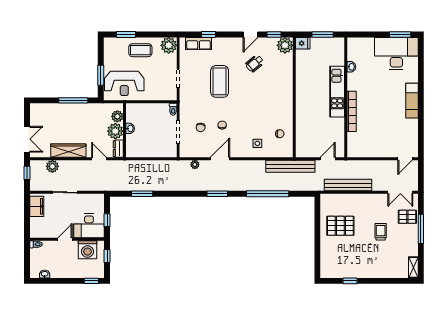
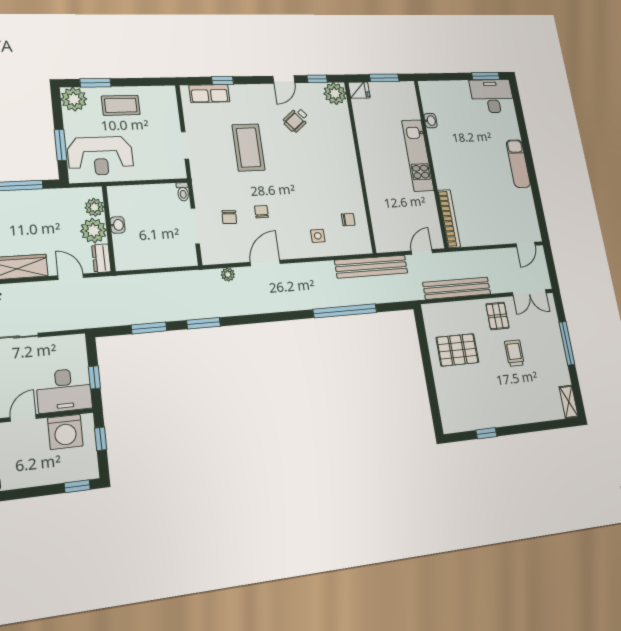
plant: (169, 45) -> (74, 99), moved
desk: (396, 54) -> (492, 96), width x0.73, depth x0.77
bookcase: (352, 111) -> (449, 219), moved
window: (217, 194) -> (204, 323), moved
pallet: (407, 217) -> (497, 316), moved, turned 90

